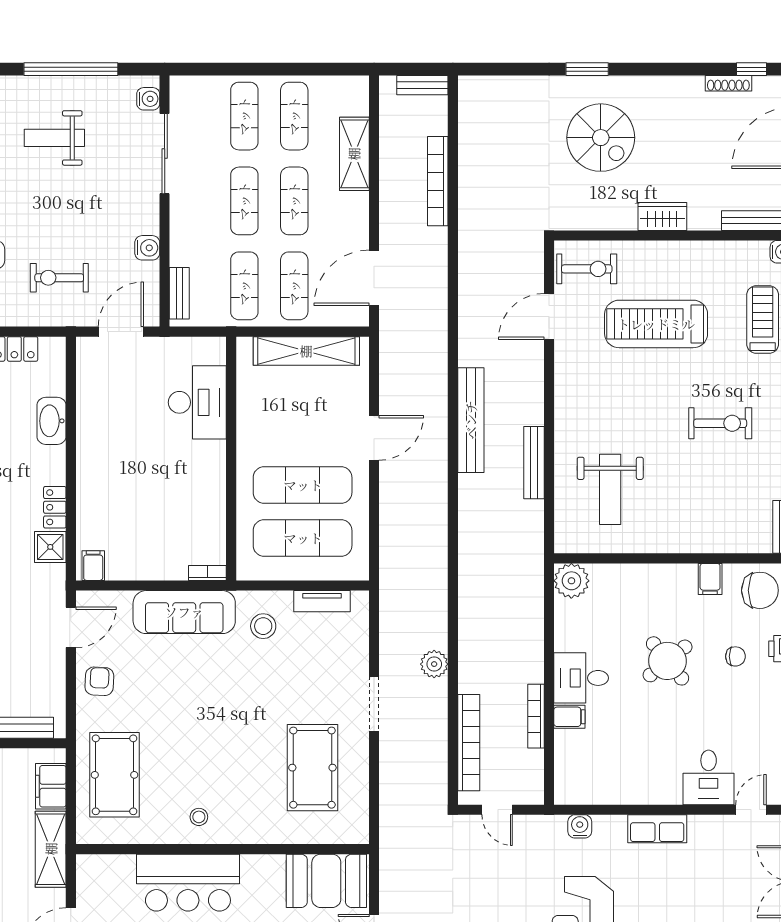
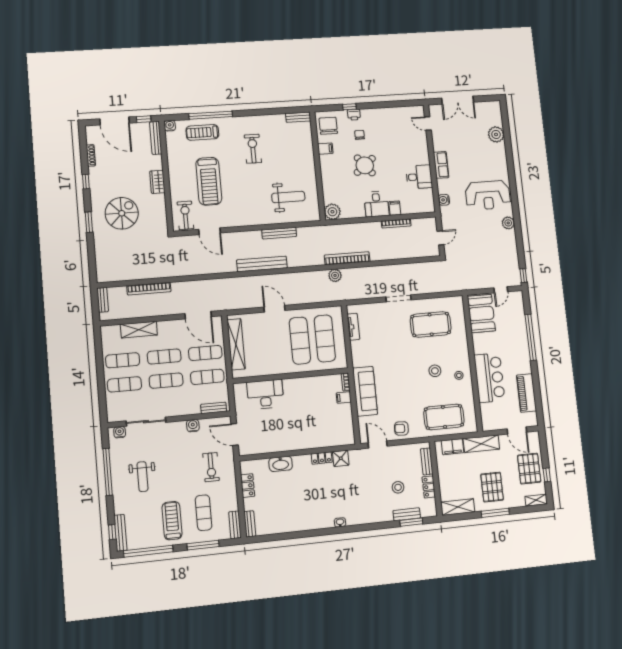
window: (752, 69) -> (86, 182), moved
filing cabinet: (93, 566) -> (344, 397), moved
stool: (263, 626) -> (435, 371), moved
plant: (434, 664) -> (335, 275), moved
bookcase: (469, 743) -> (347, 258), moved
desk: (709, 777) -> (419, 177), moved

